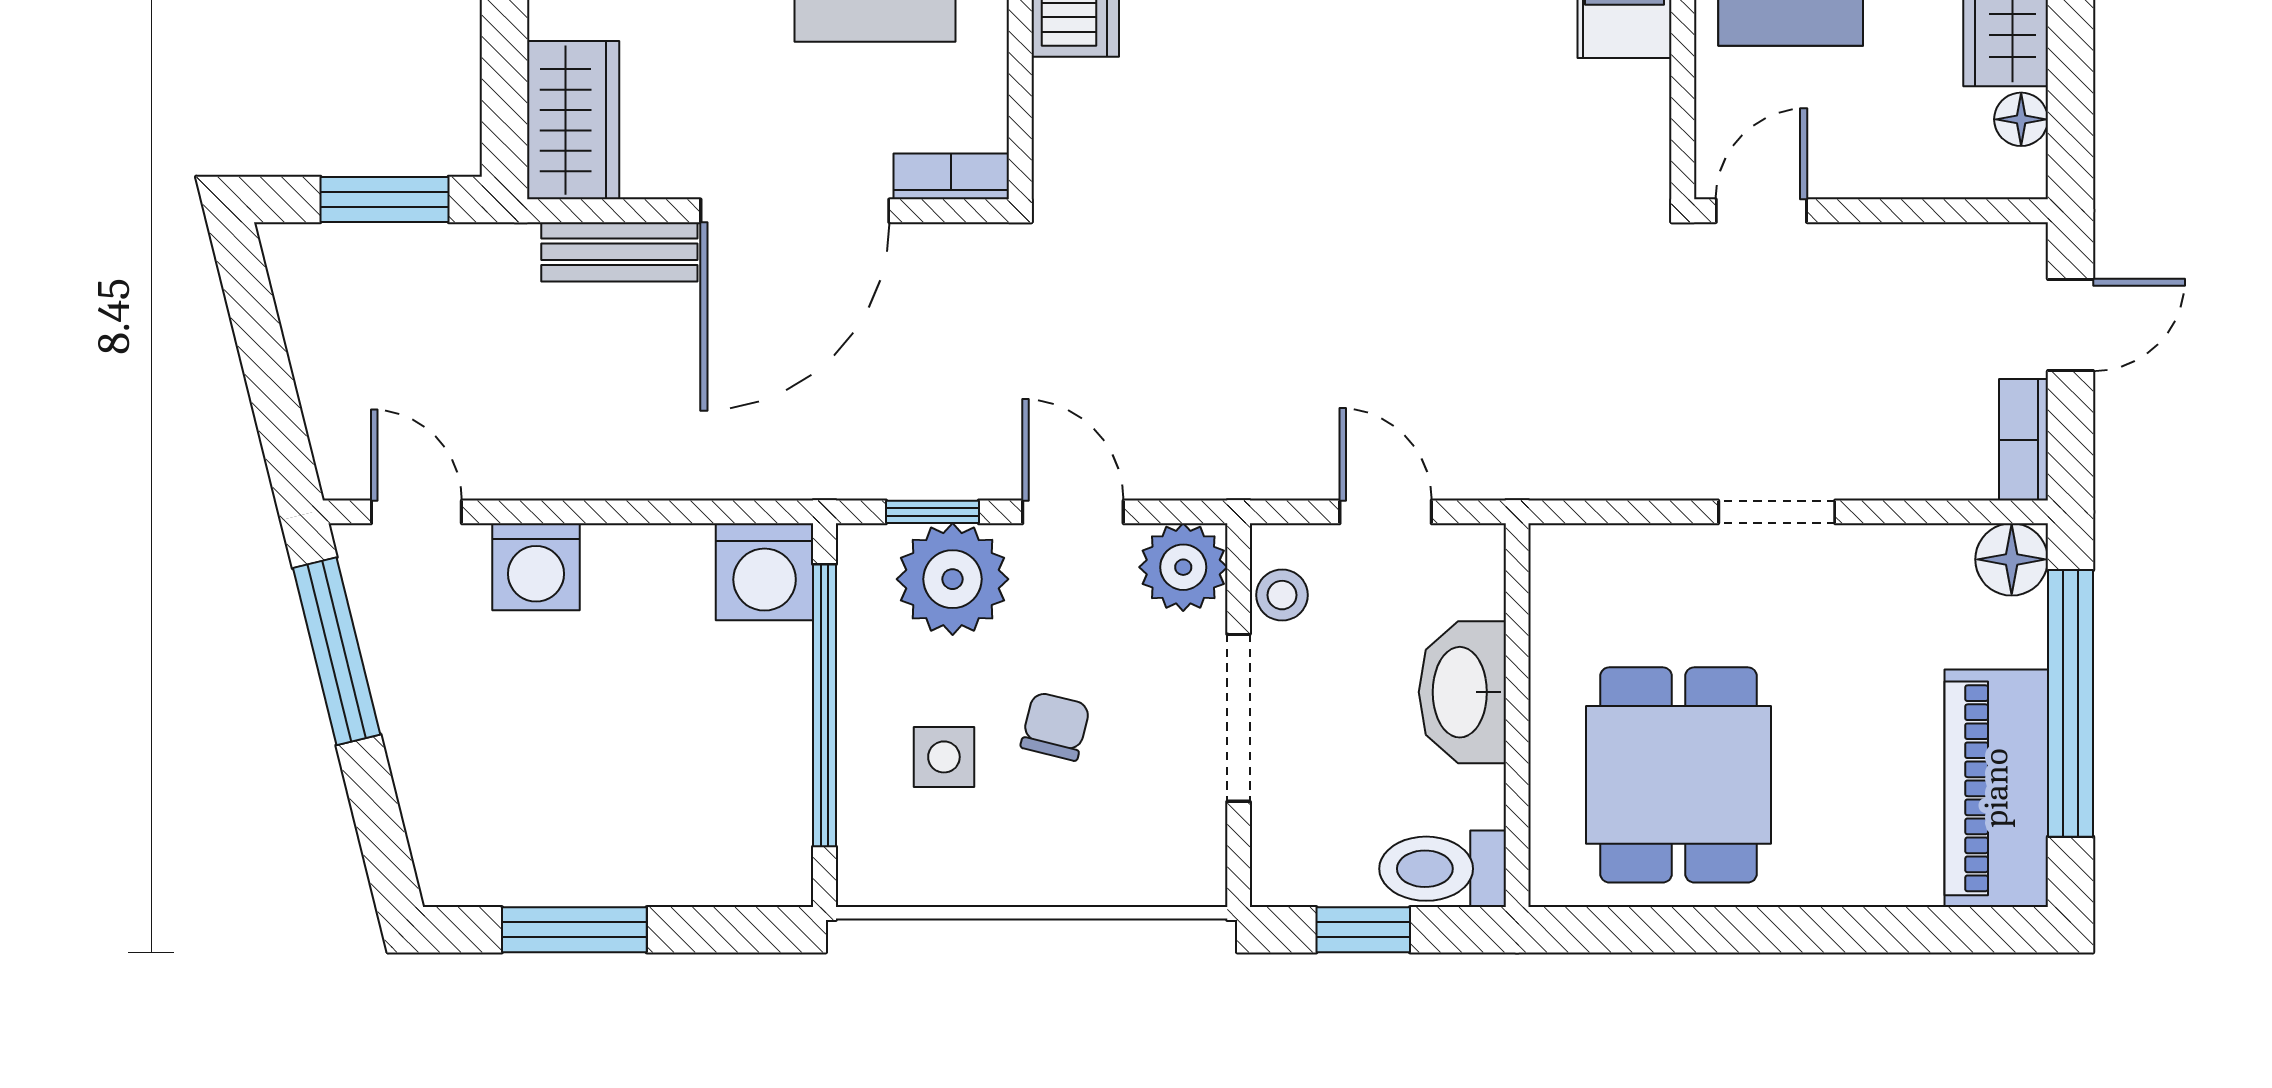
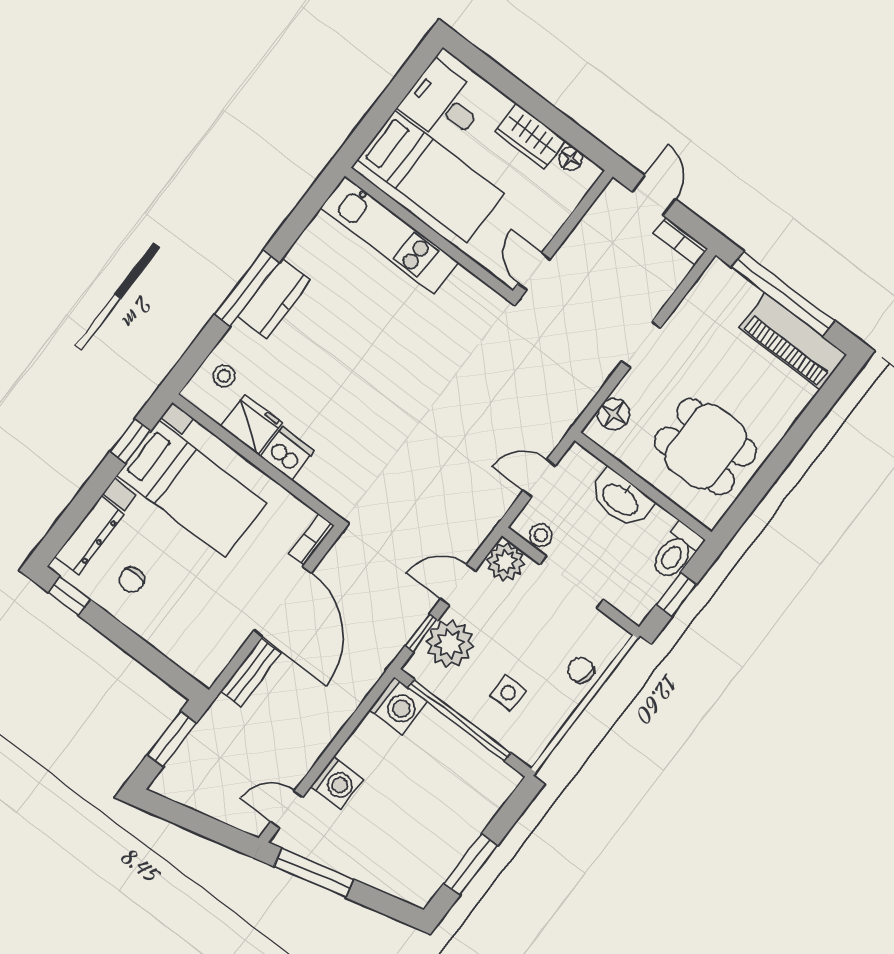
wardrobe: (573, 120) -> (194, 654), removed
floor lamp: (2012, 559) -> (614, 414), moved
chair: (1055, 726) -> (581, 670), moved

